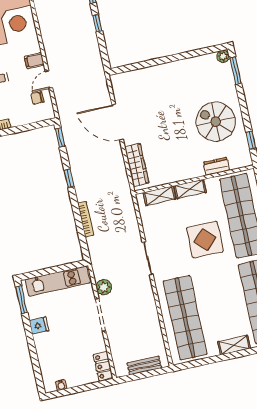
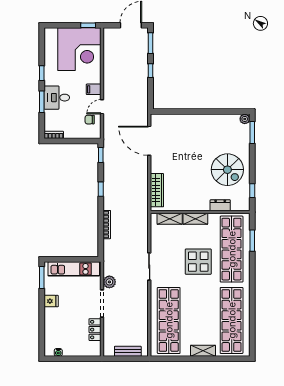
door: (118, 122) -> (149, 141), moved
spiral stairs: (216, 122) -> (227, 170), turned 180
locker: (103, 366) -> (95, 330), moved

